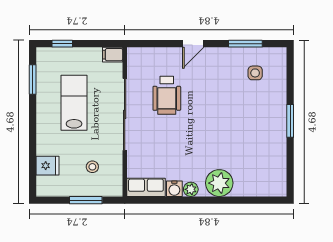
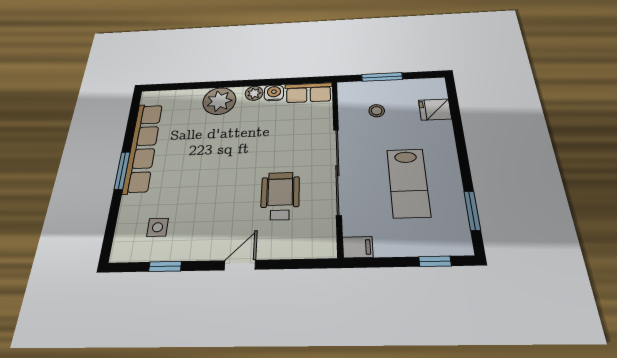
window: (245, 44) -> (165, 266), width x0.67
row of seats: (277, 141) -> (143, 147), added

